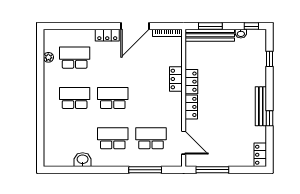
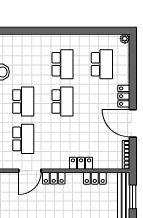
plant: (48, 57) -> (125, 39), moved
locker: (191, 82) -> (95, 178), moved
door: (184, 143) -> (30, 171), moved

